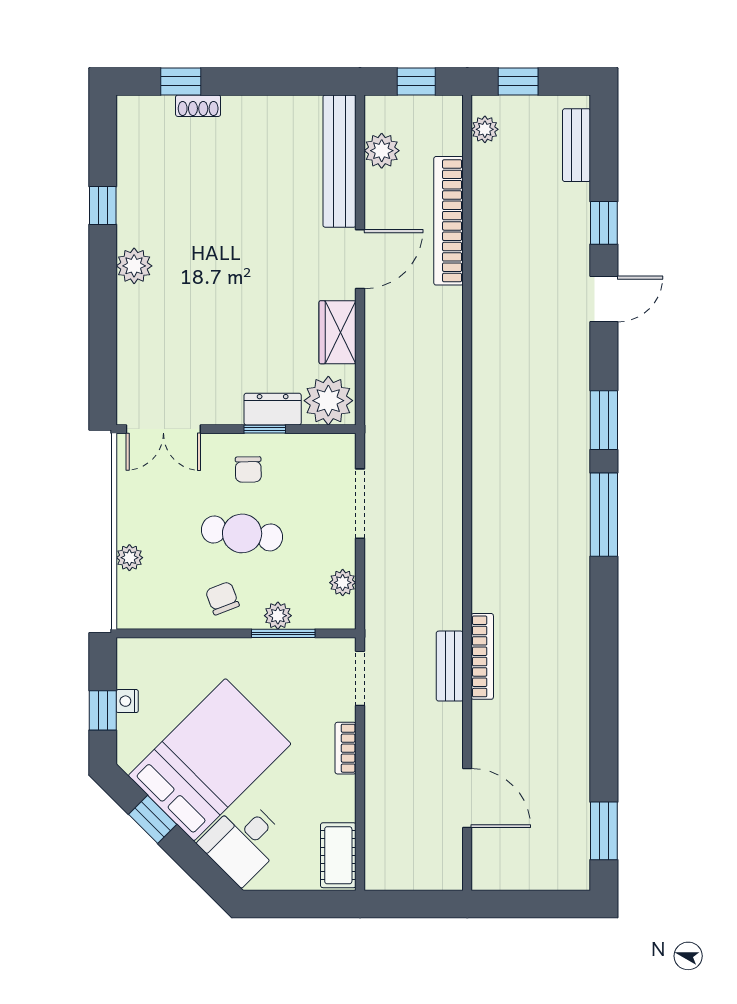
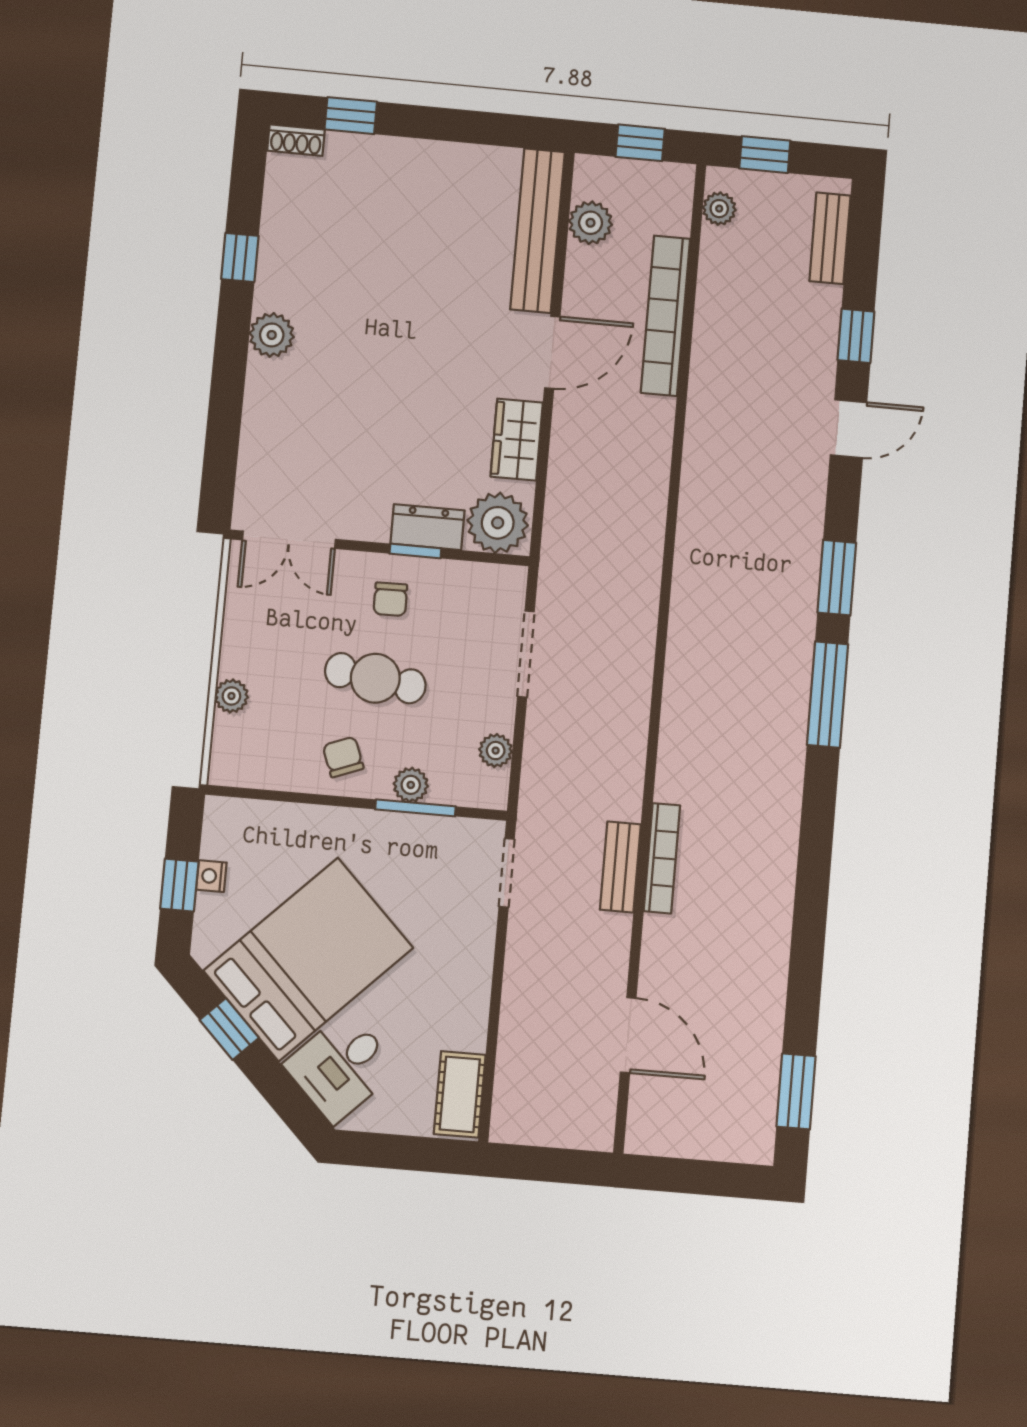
shoe rack: (198, 106) -> (296, 140), moved
bookcase: (346, 748) -> (481, 959), removed

